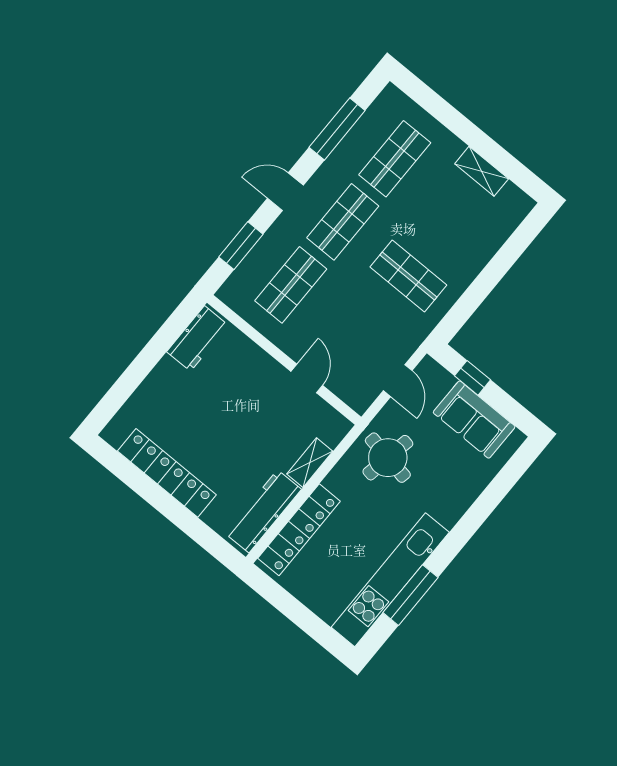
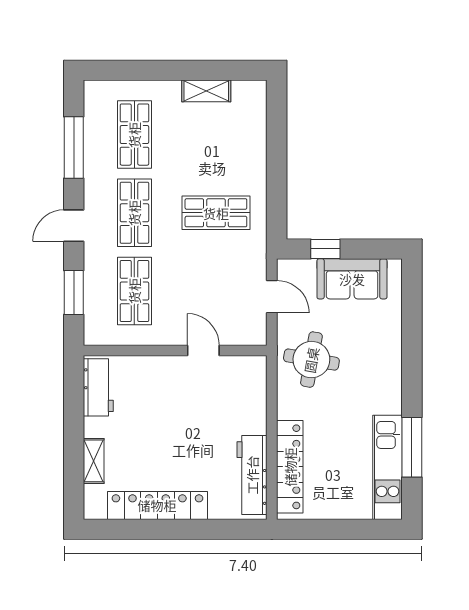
shelving: (310, 463) -> (94, 461), moved
kitchen unit: (390, 580) -> (388, 467), width x0.73

